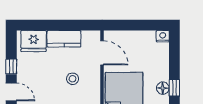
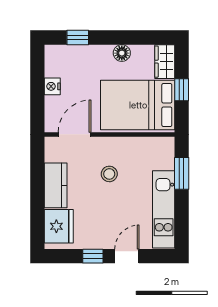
nightstand: (163, 36) -> (52, 86), moved
window: (174, 88) -> (78, 38), moved

